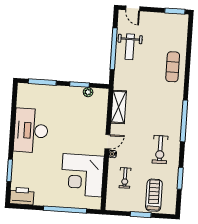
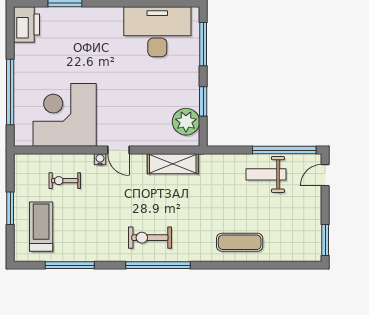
window: (114, 49) -> (284, 150), moved
plant: (88, 92) -> (186, 122), width x1.88, depth x1.88
desk: (31, 131) -> (157, 32), moved
exercise bike: (160, 150) -> (150, 238), moved
window: (180, 178) -> (70, 265), width x1.44
treadmill: (154, 195) -> (41, 227), turned -90

